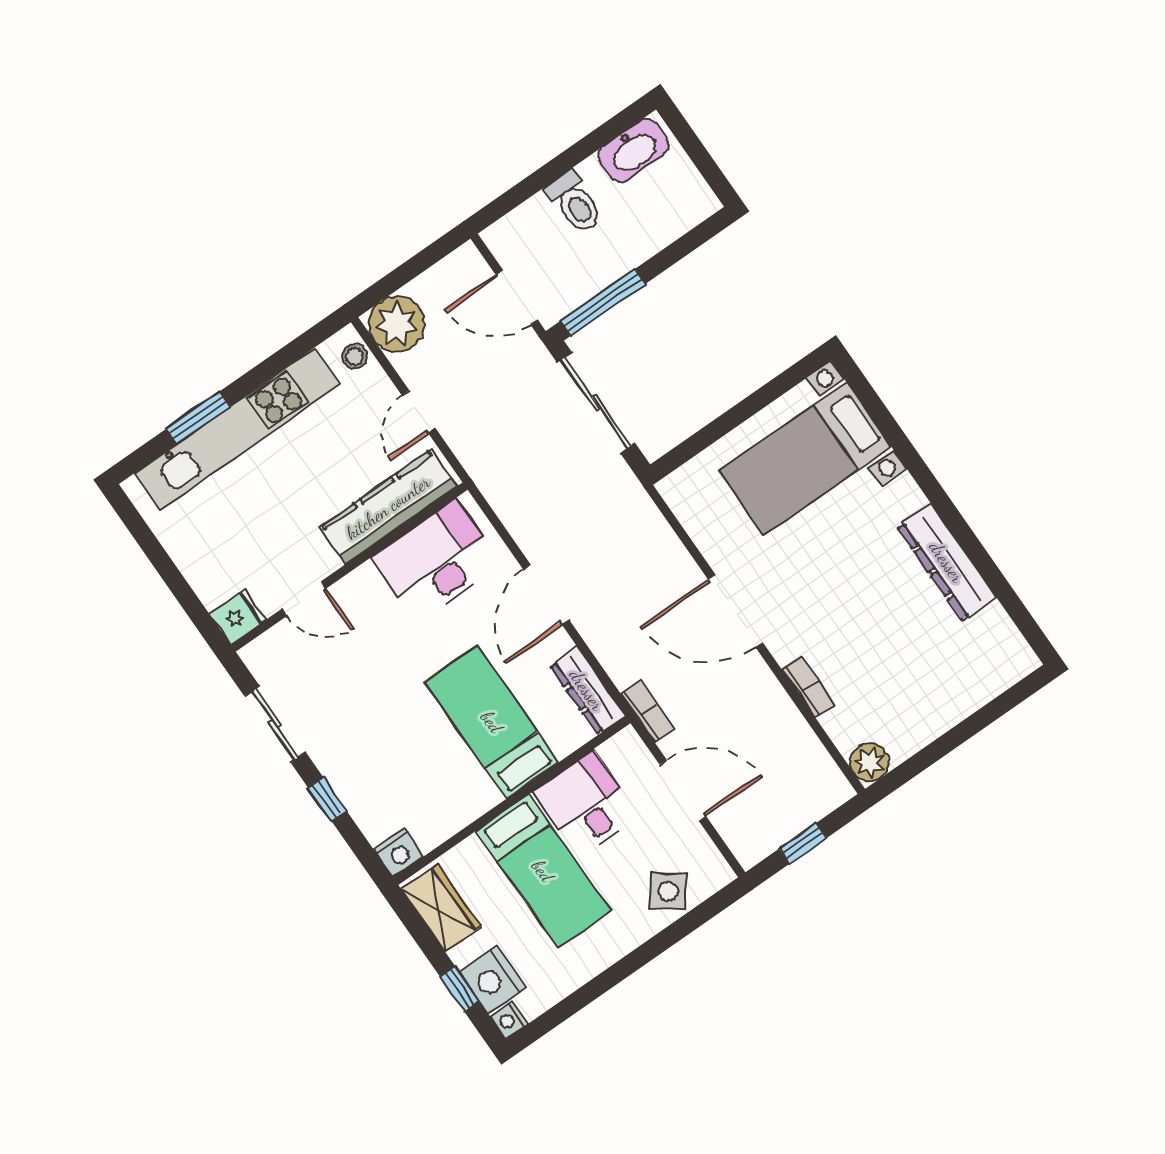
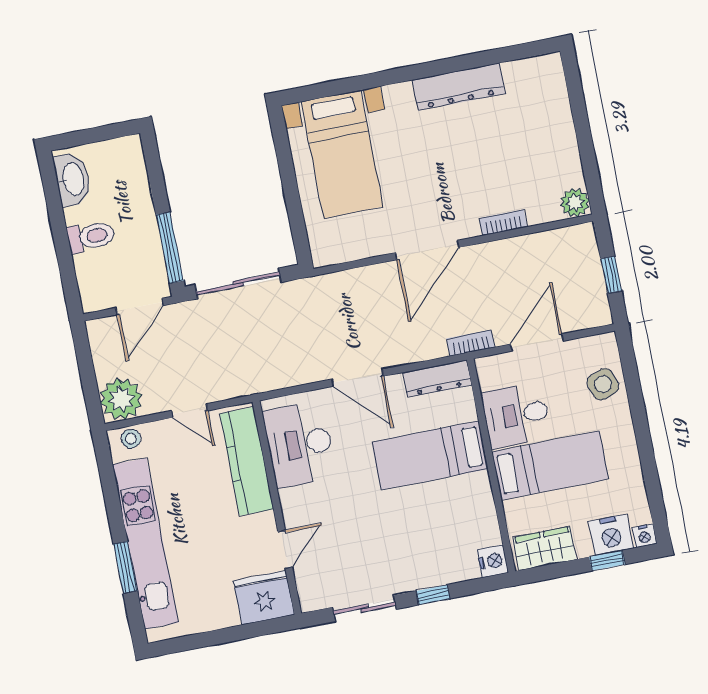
fridge: (238, 617) -> (264, 598), width x1.88, depth x1.34
side table: (668, 891) -> (603, 384), turned 35

